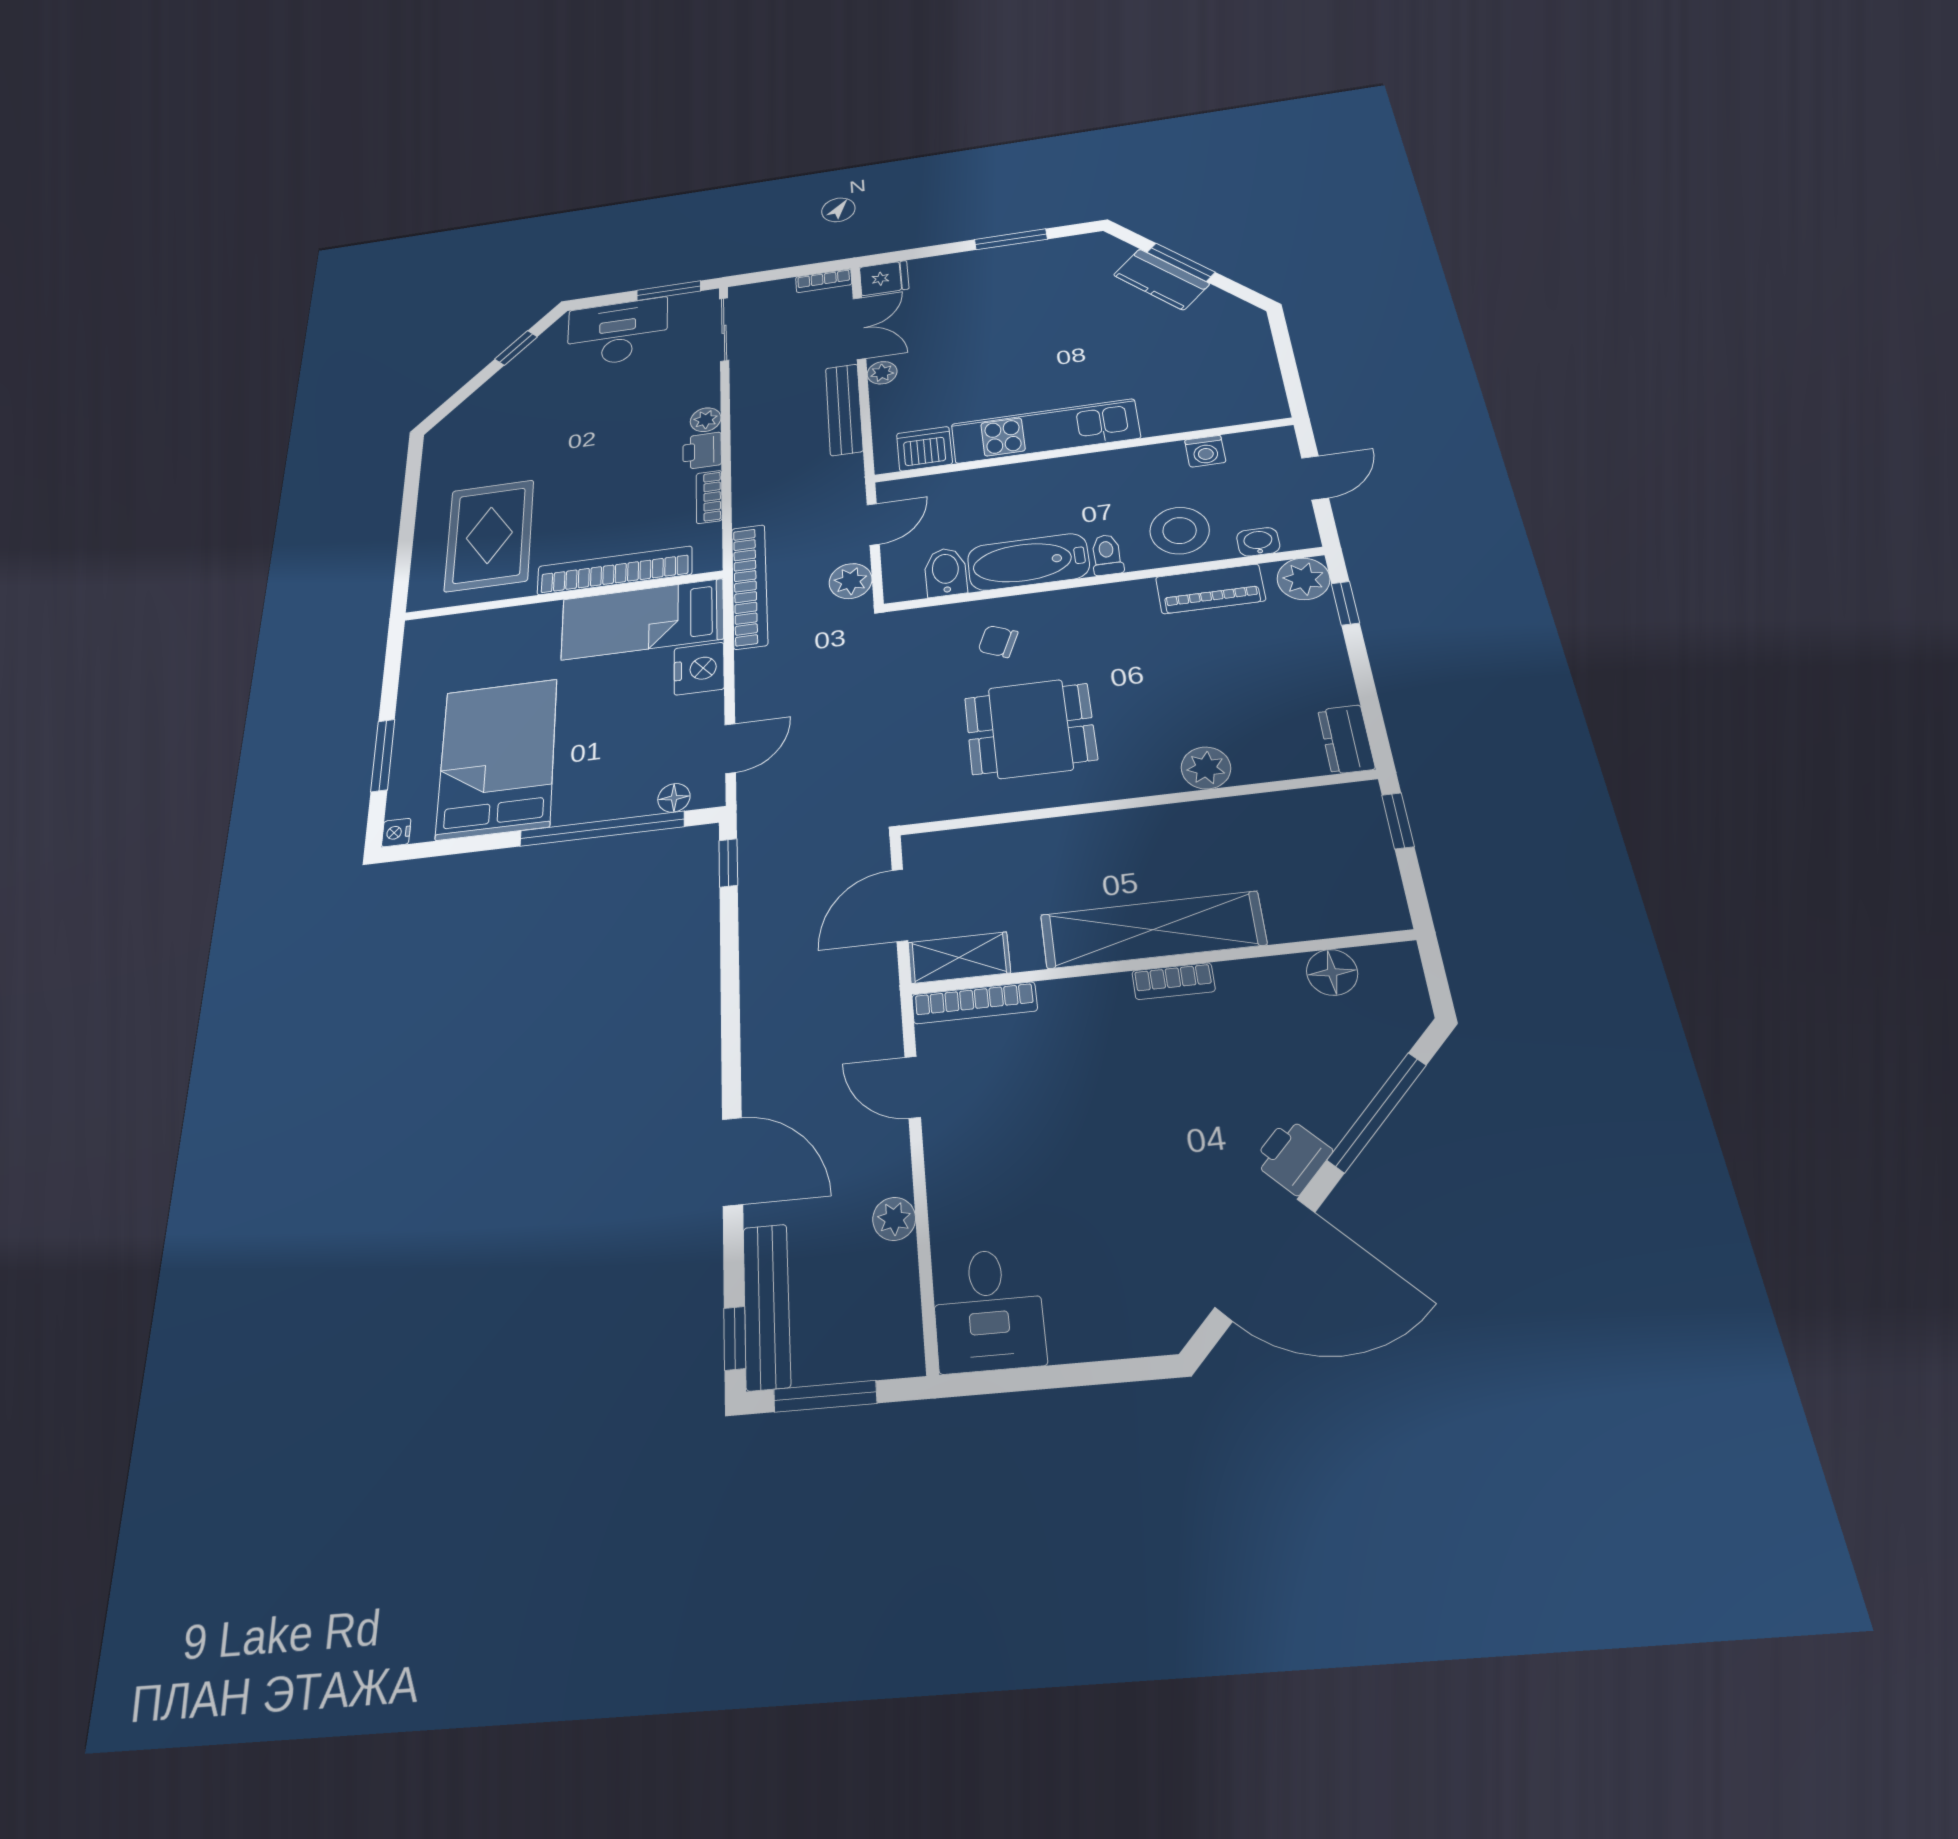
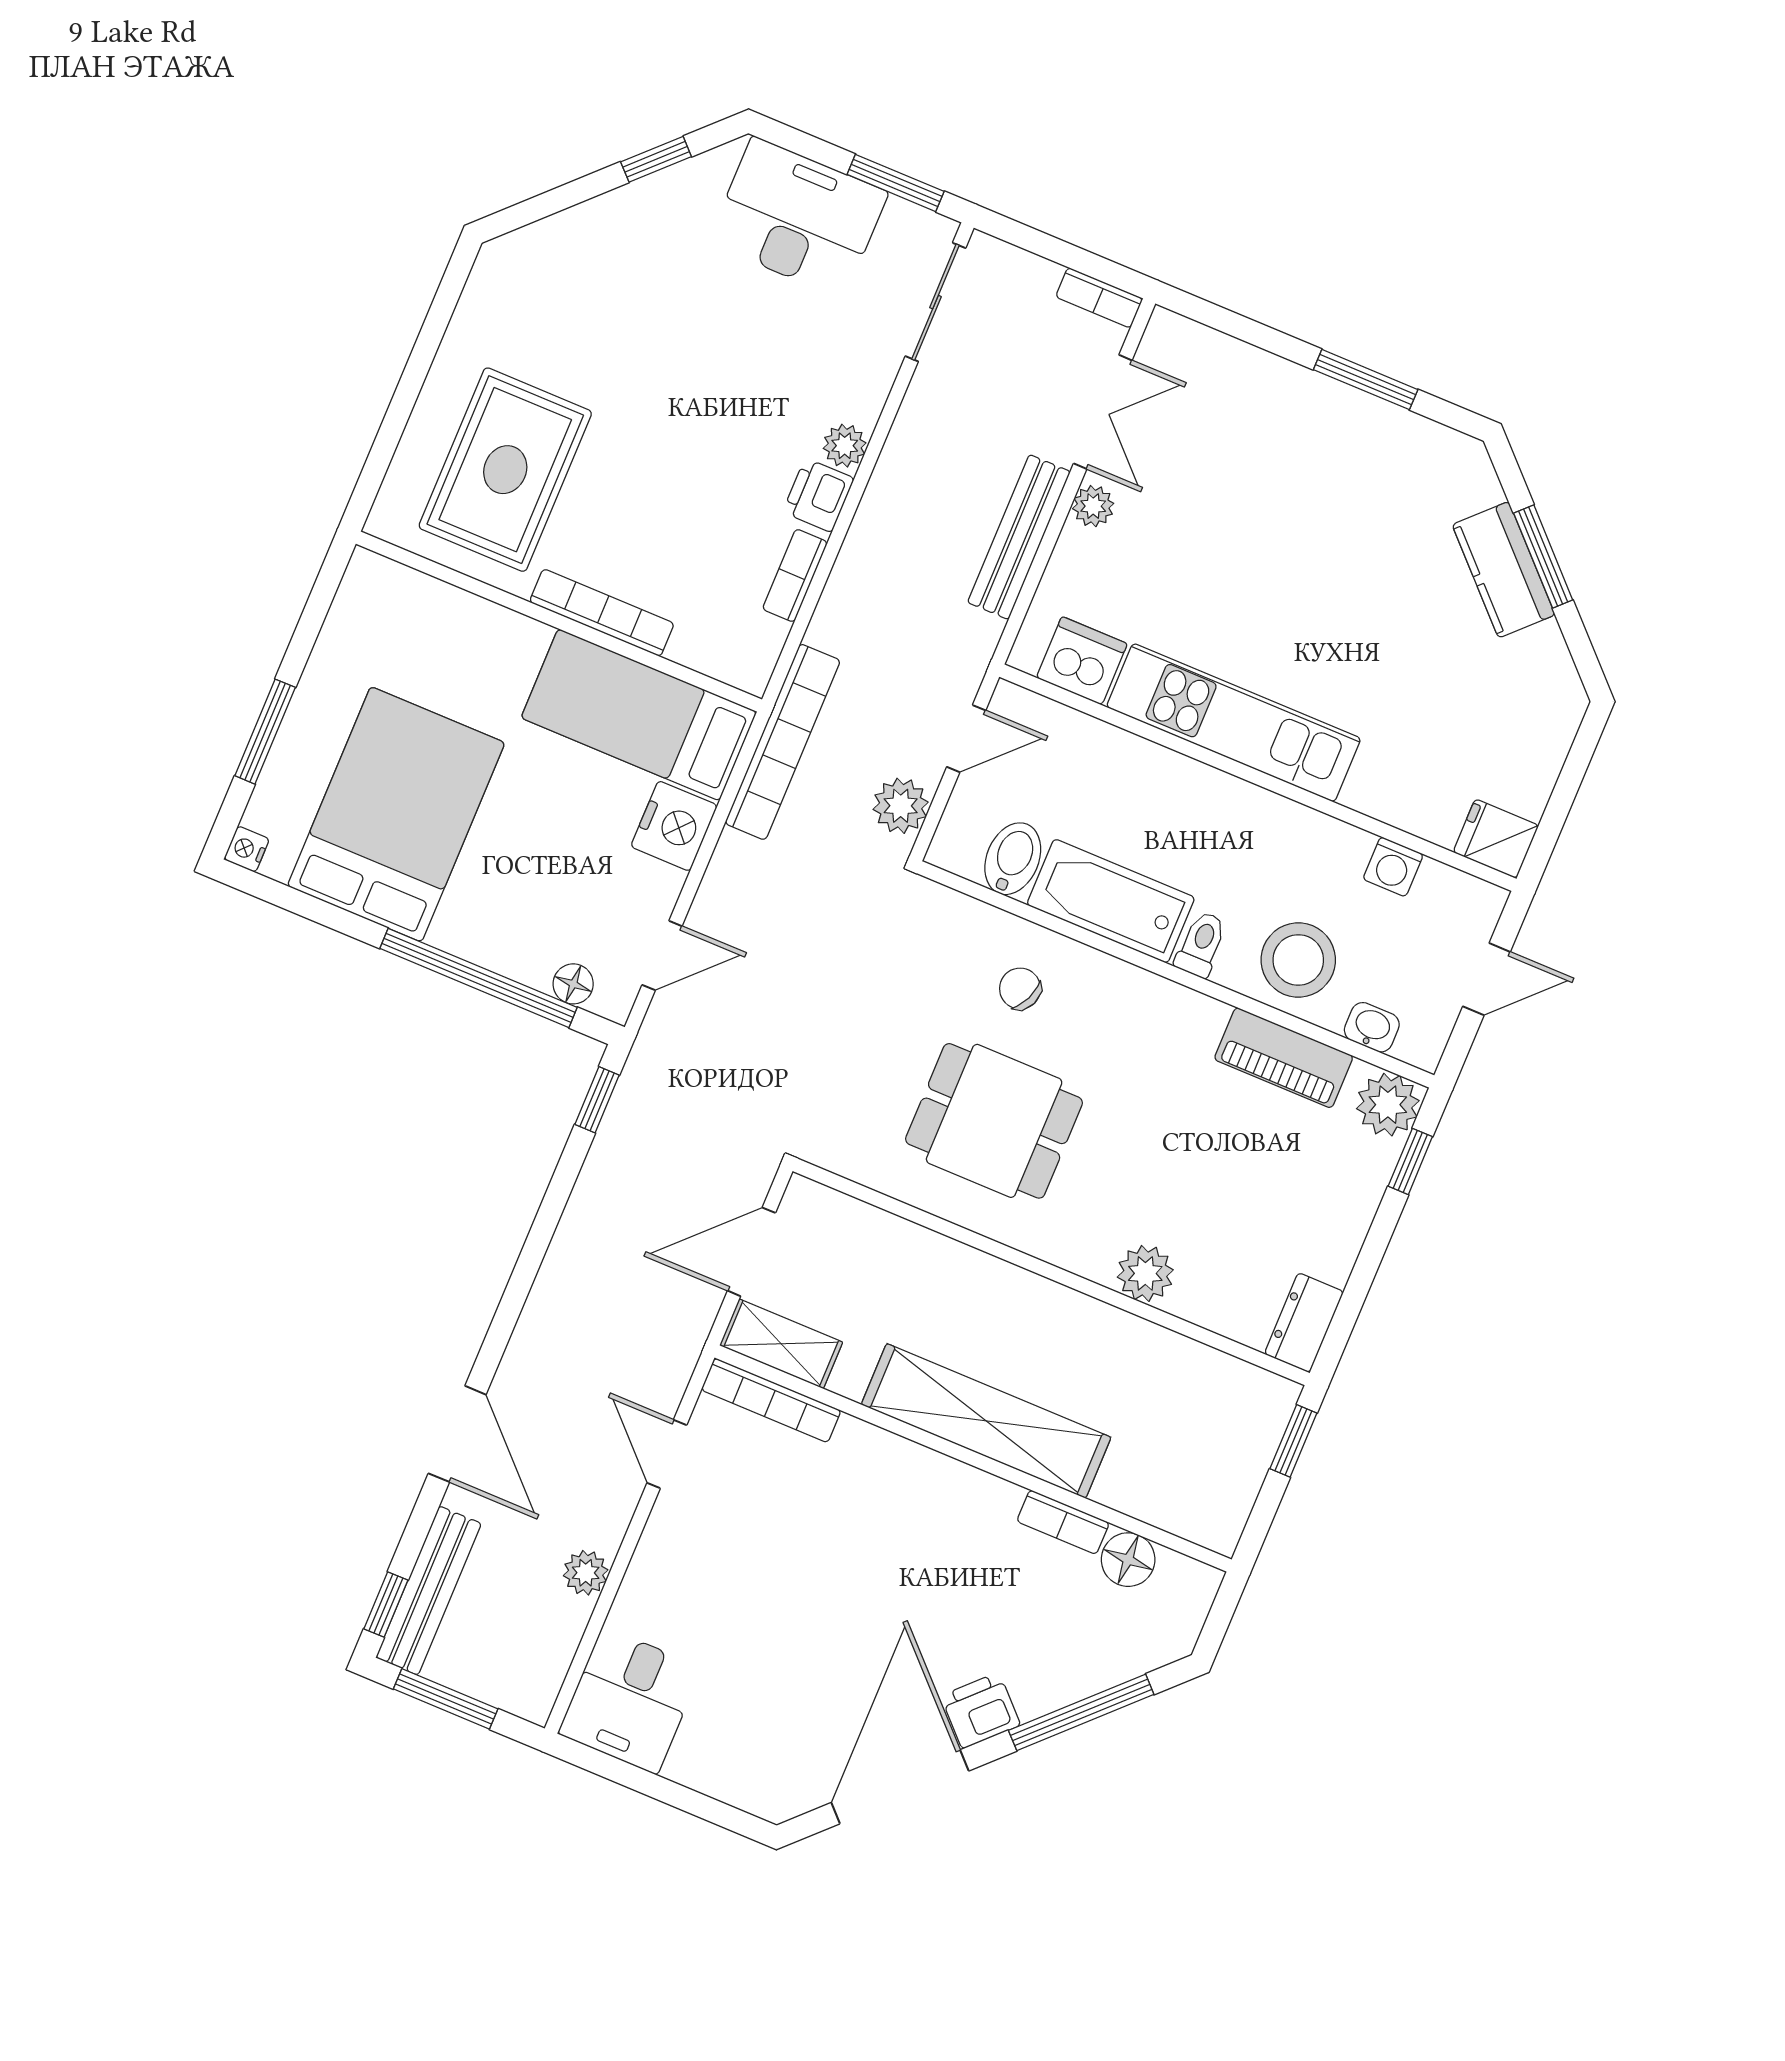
fridge: (884, 278) -> (1496, 839), moved, turned 180
bookcase: (615, 570) -> (602, 613), width x0.68, depth x0.76
bookcase: (1173, 981) -> (1063, 1522), moved
door: (1265, 1259) -> (900, 1787), swing flipped

